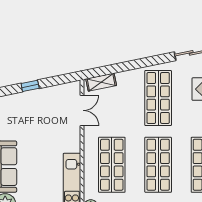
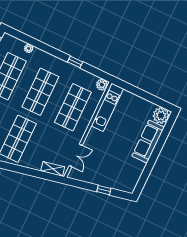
double door: (82, 110) -> (76, 155), swing flipped

